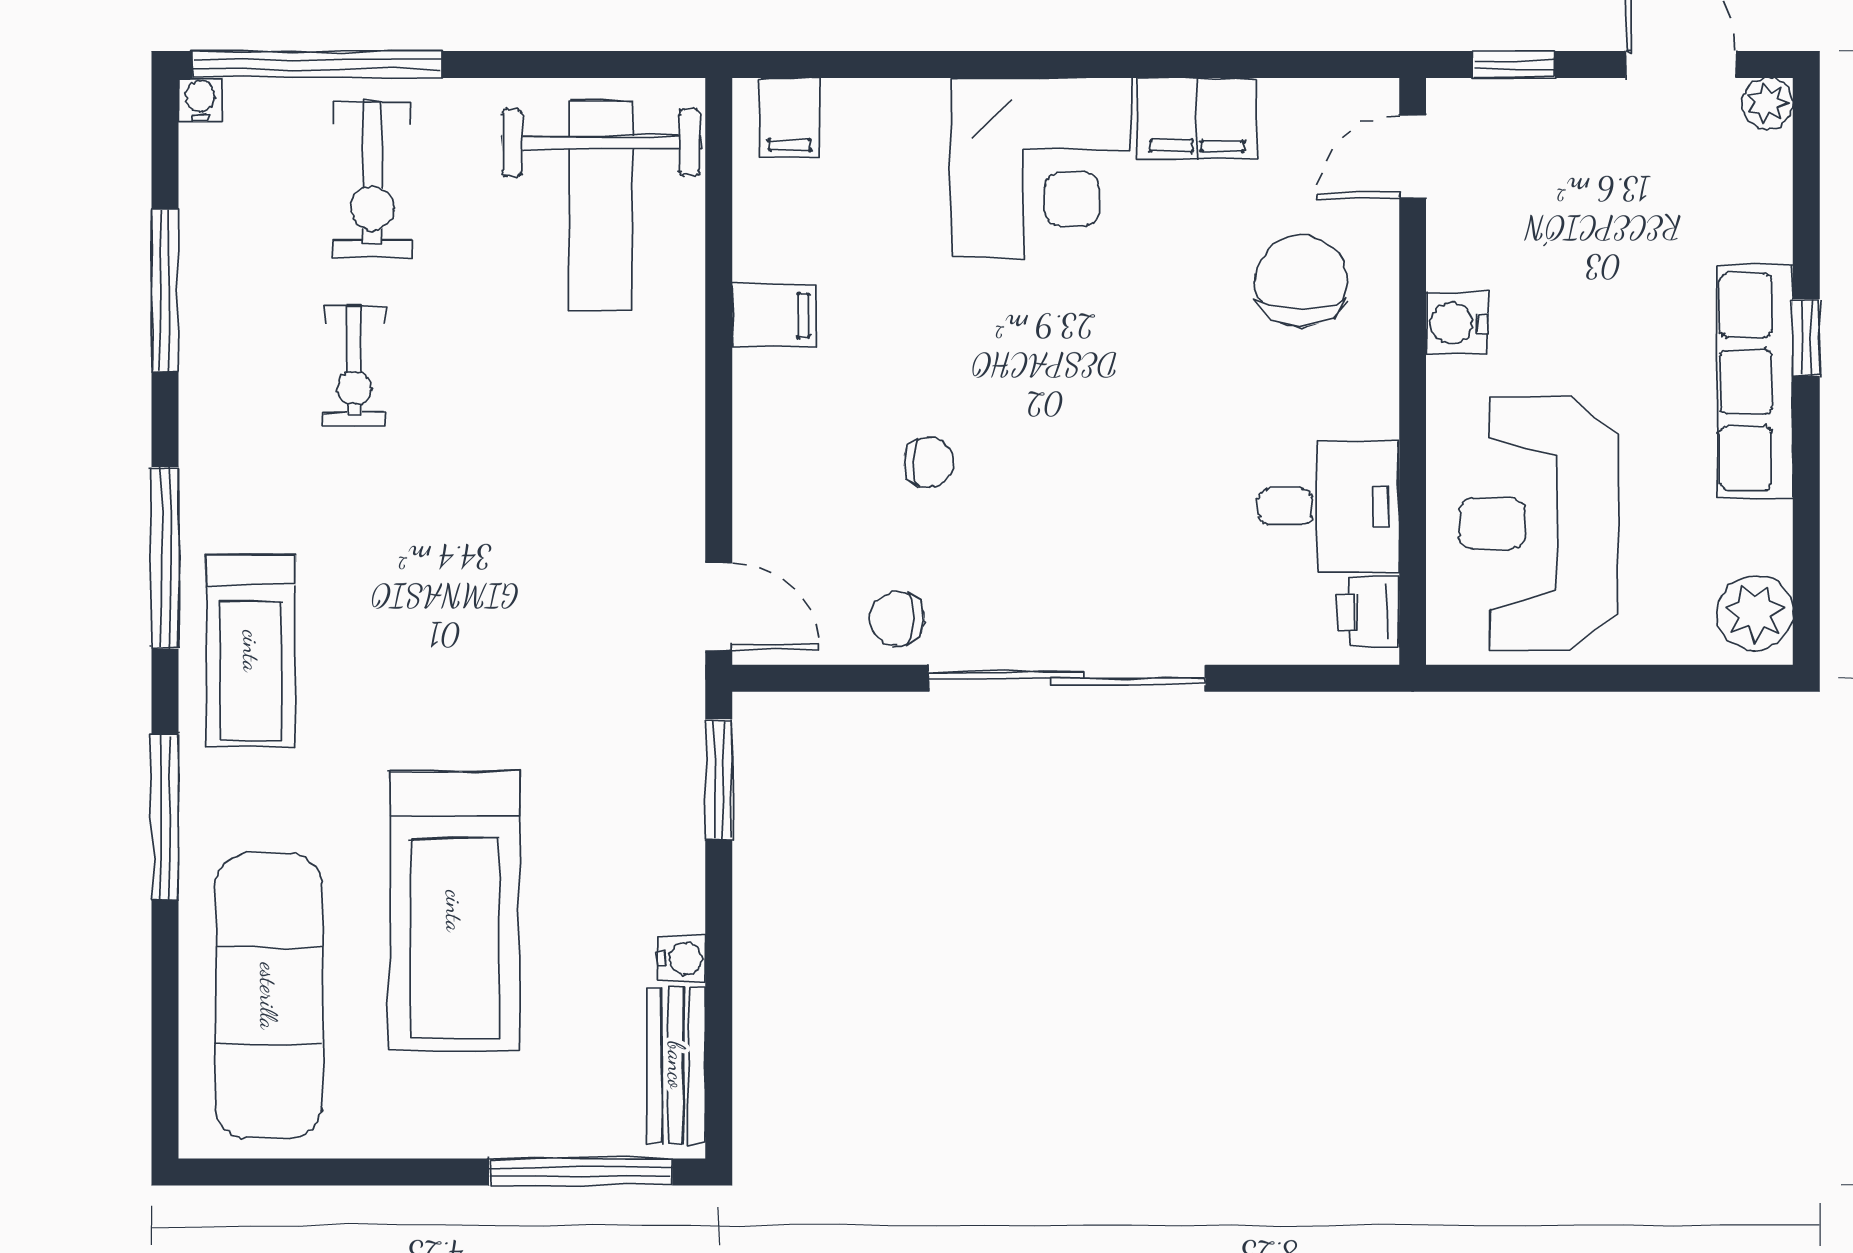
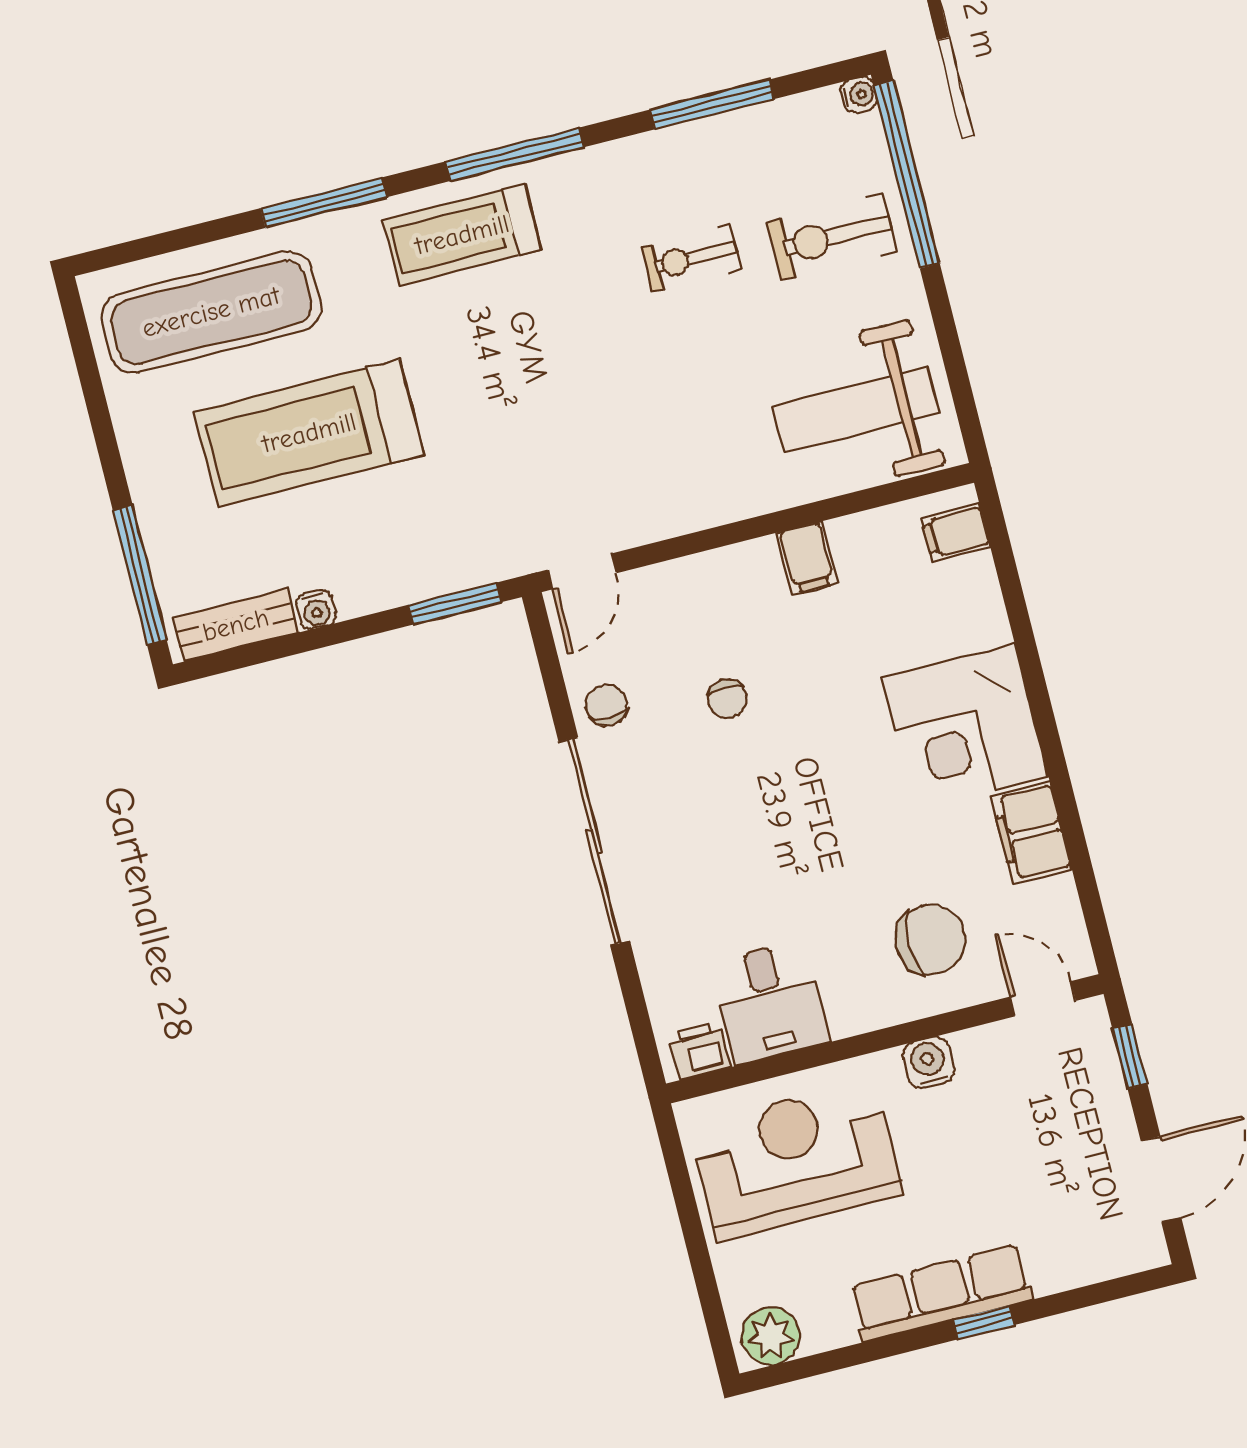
plant: (1767, 103) -> (1148, 1250), removed

